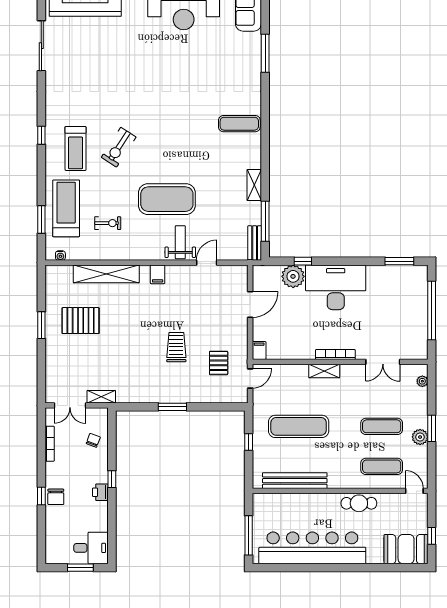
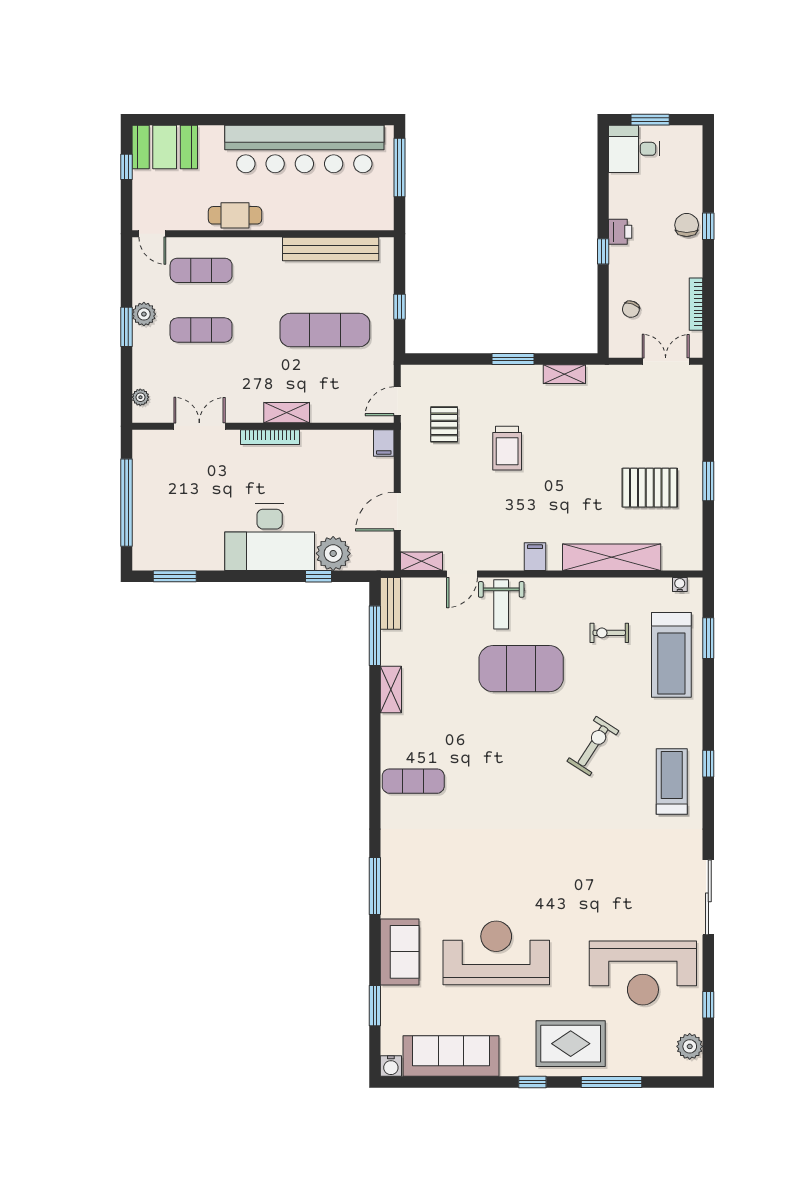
treadmill: (76, 148) -> (672, 782), moved
shelving: (234, 271) -> (421, 561), added
shelving: (101, 397) -> (564, 374), moved

